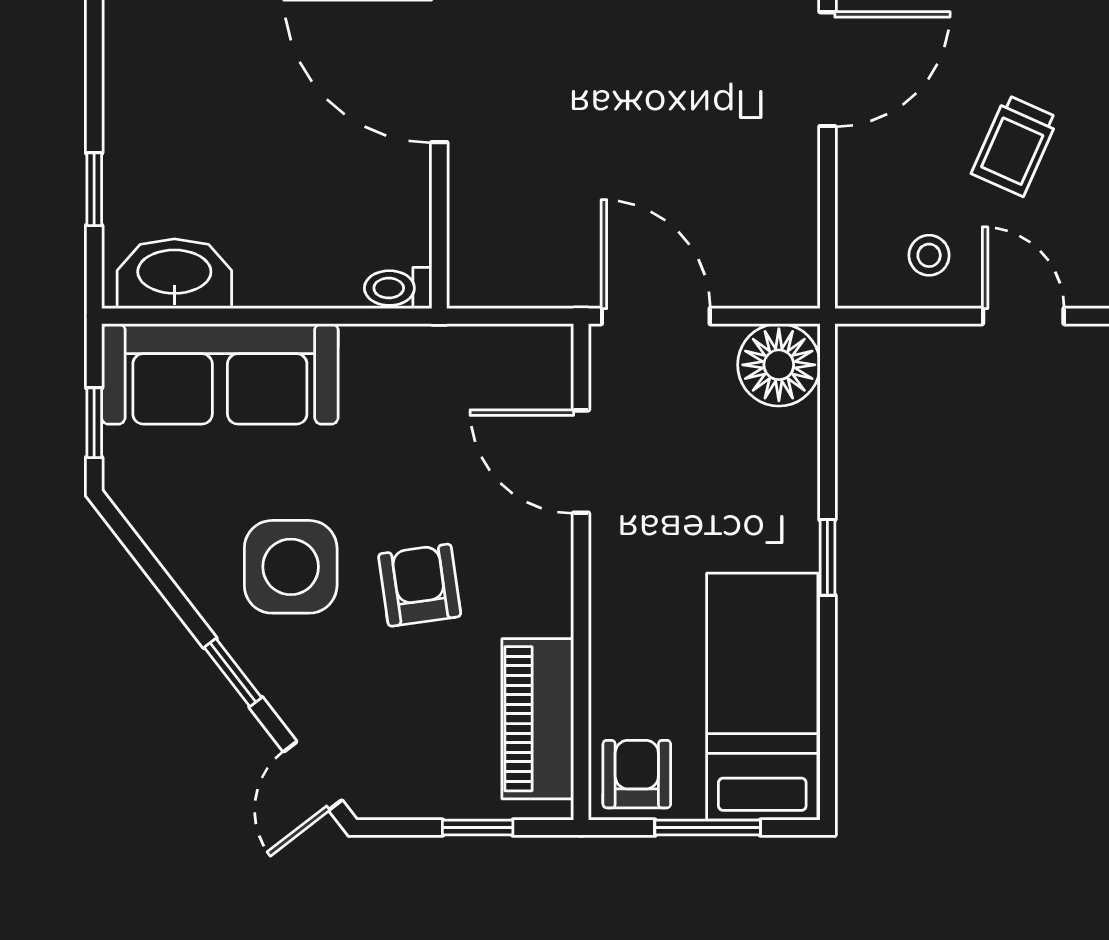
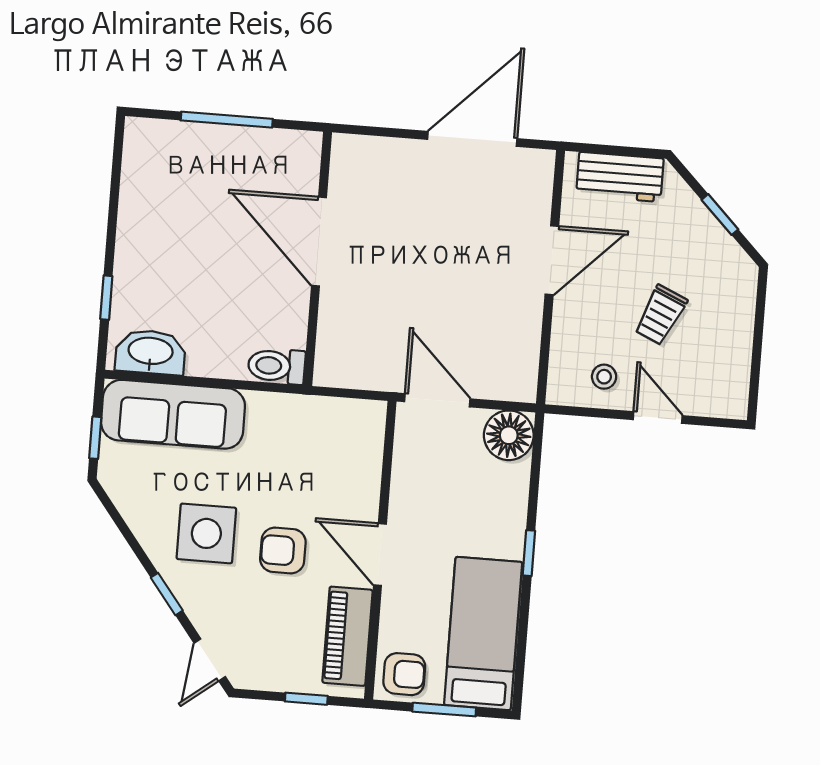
toilet: (398, 288) -> (277, 366), width x1.37, depth x1.39
door: (581, 462) -> (380, 554), moved
armchair: (420, 585) -> (283, 550), turned -82
armchair: (637, 774) -> (404, 674), turned 90

